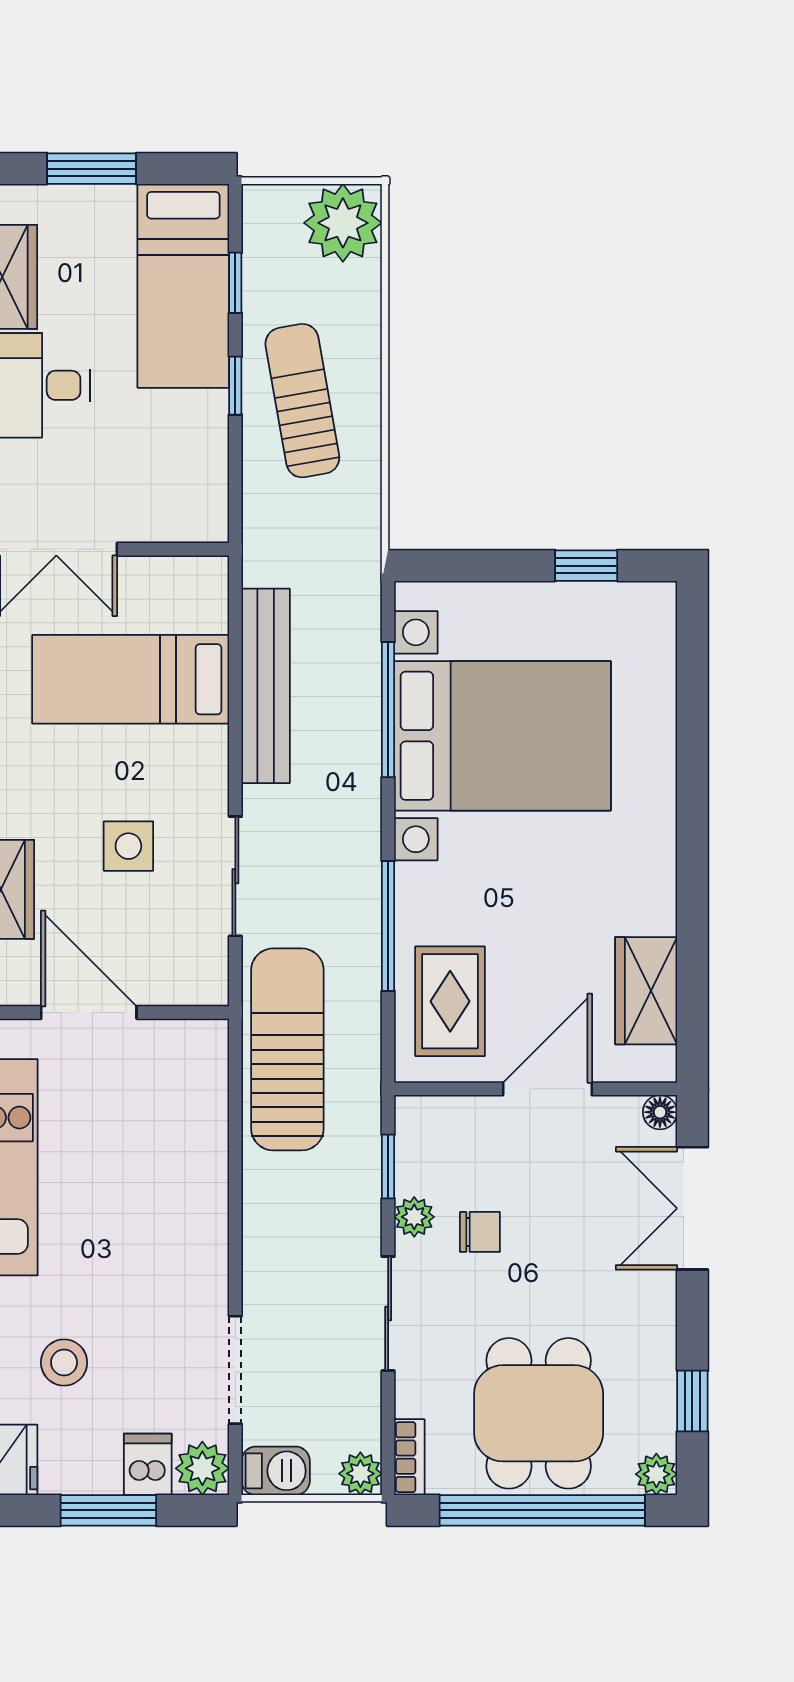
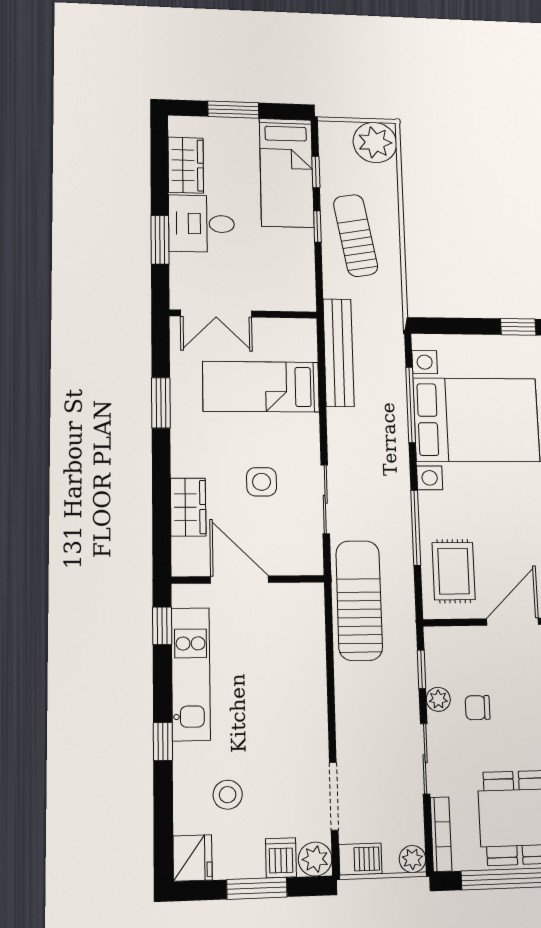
bench: (266, 686) -> (338, 353), moved
chair: (480, 1232) -> (478, 708), turned 180
bookcase: (409, 1457) -> (441, 834), width x1.56

